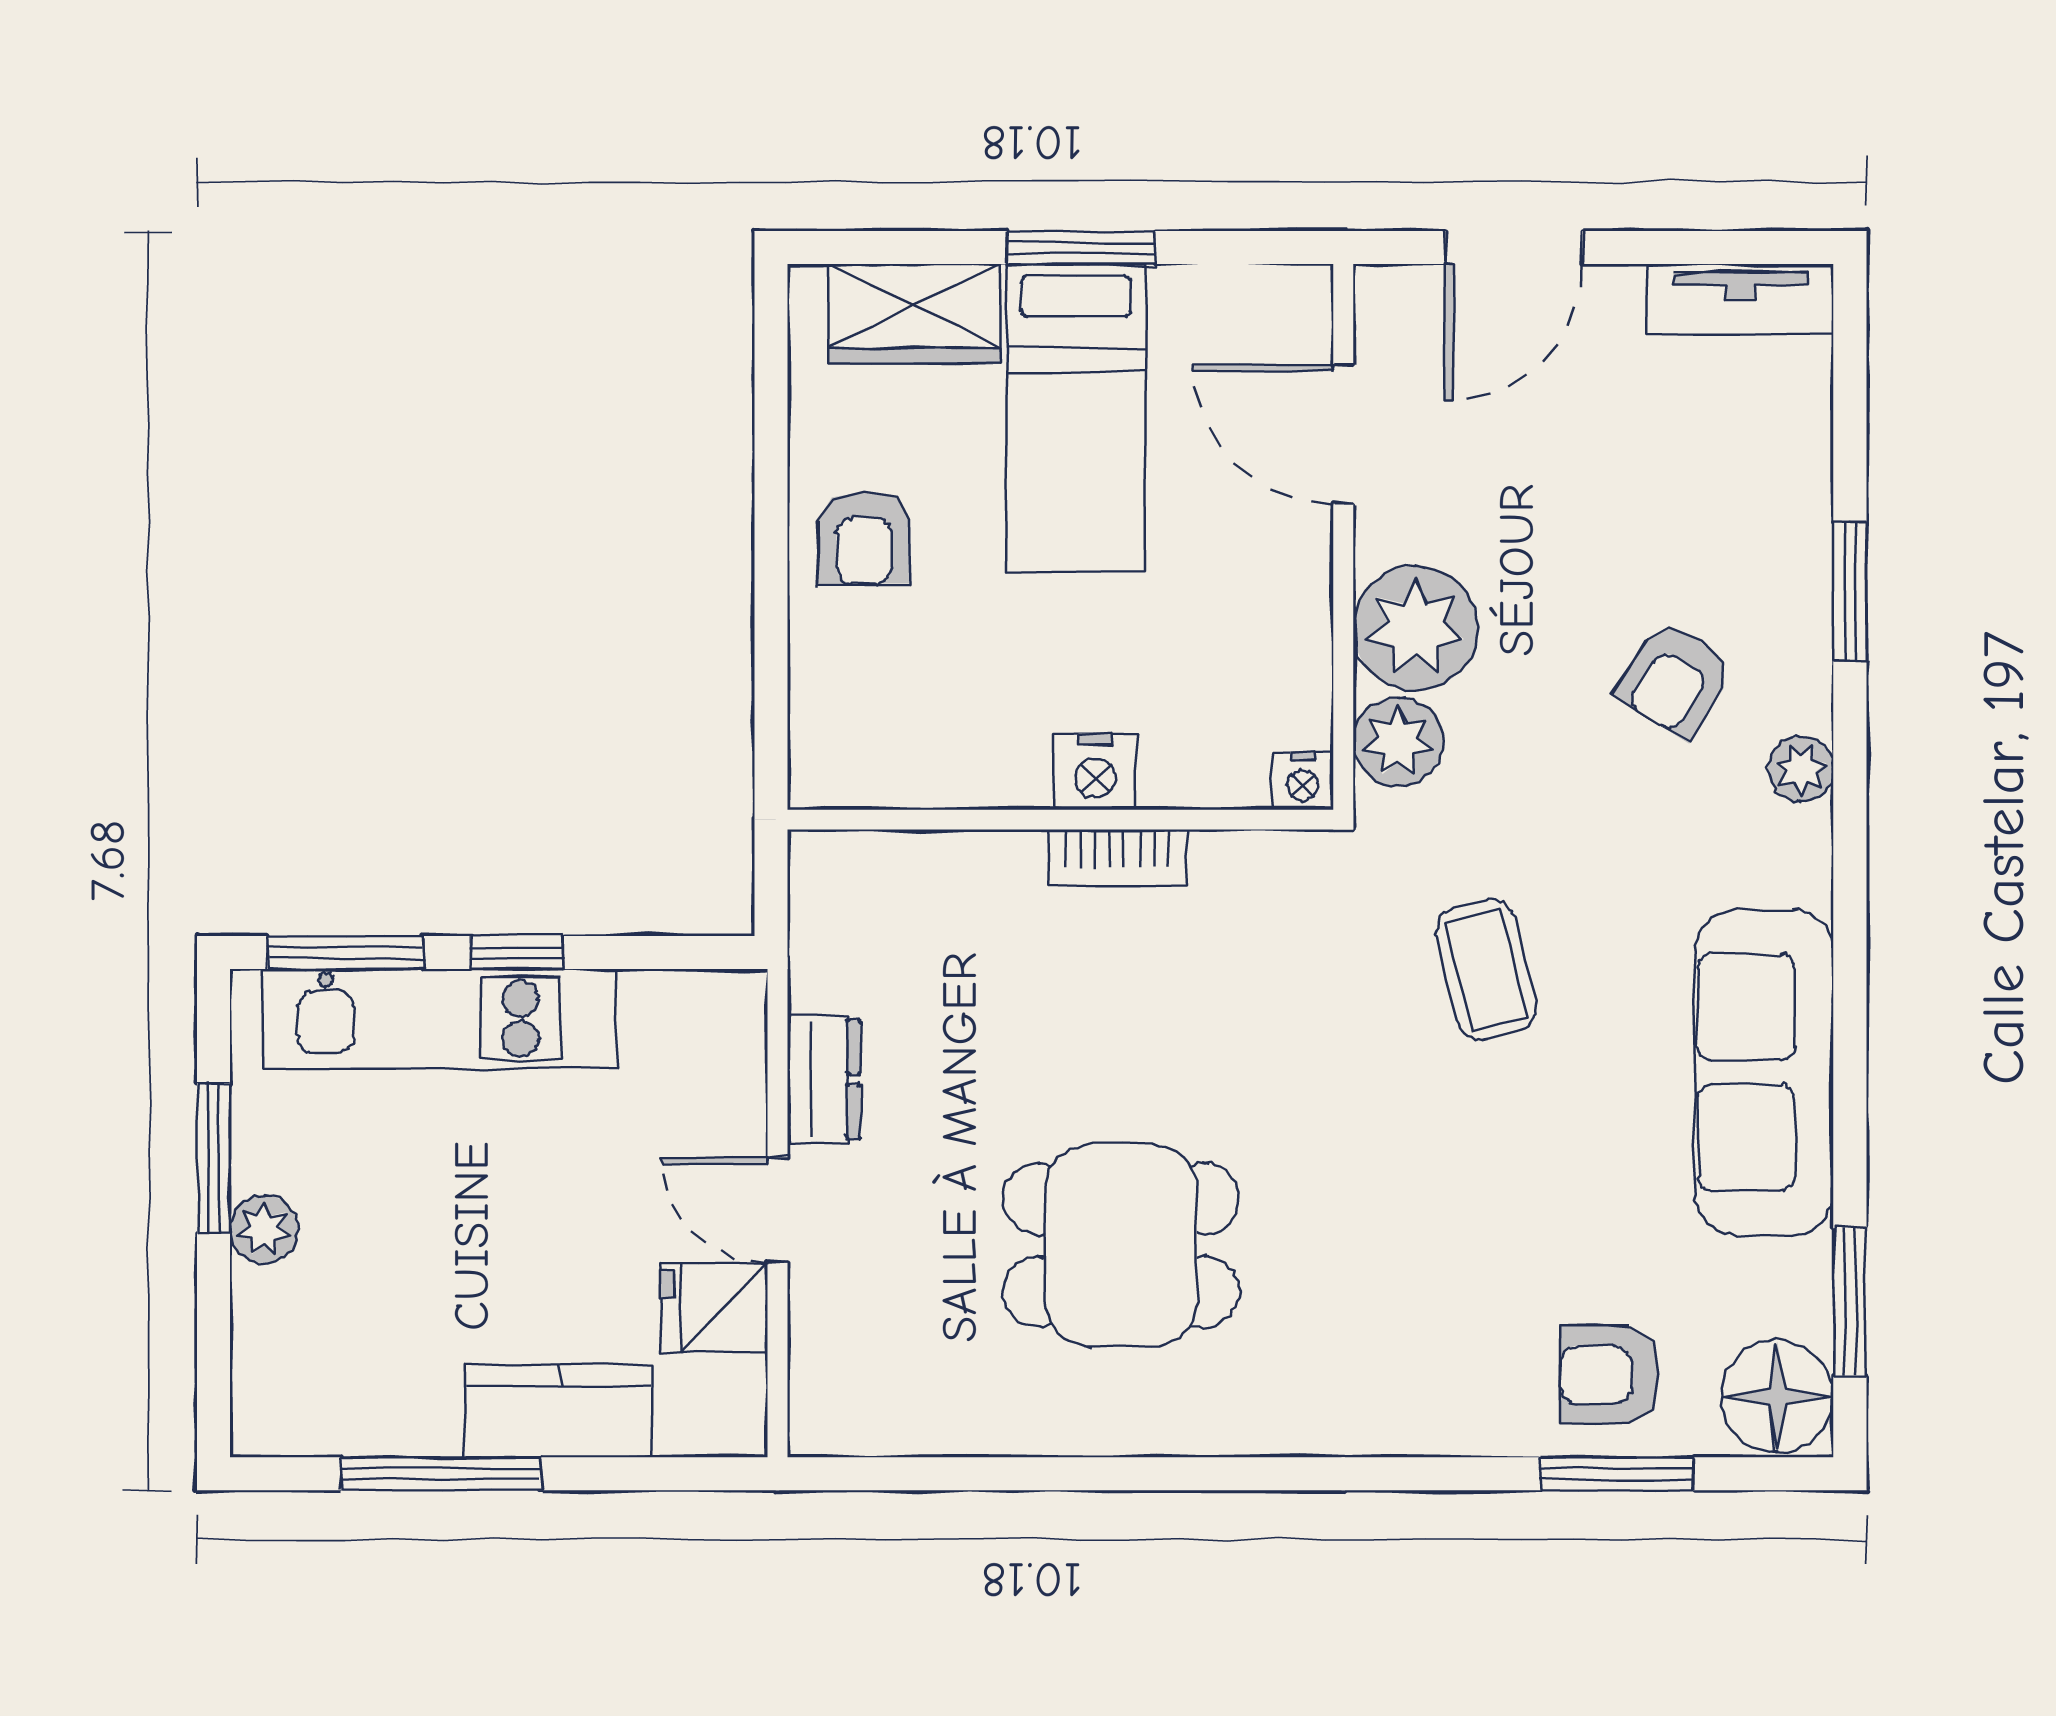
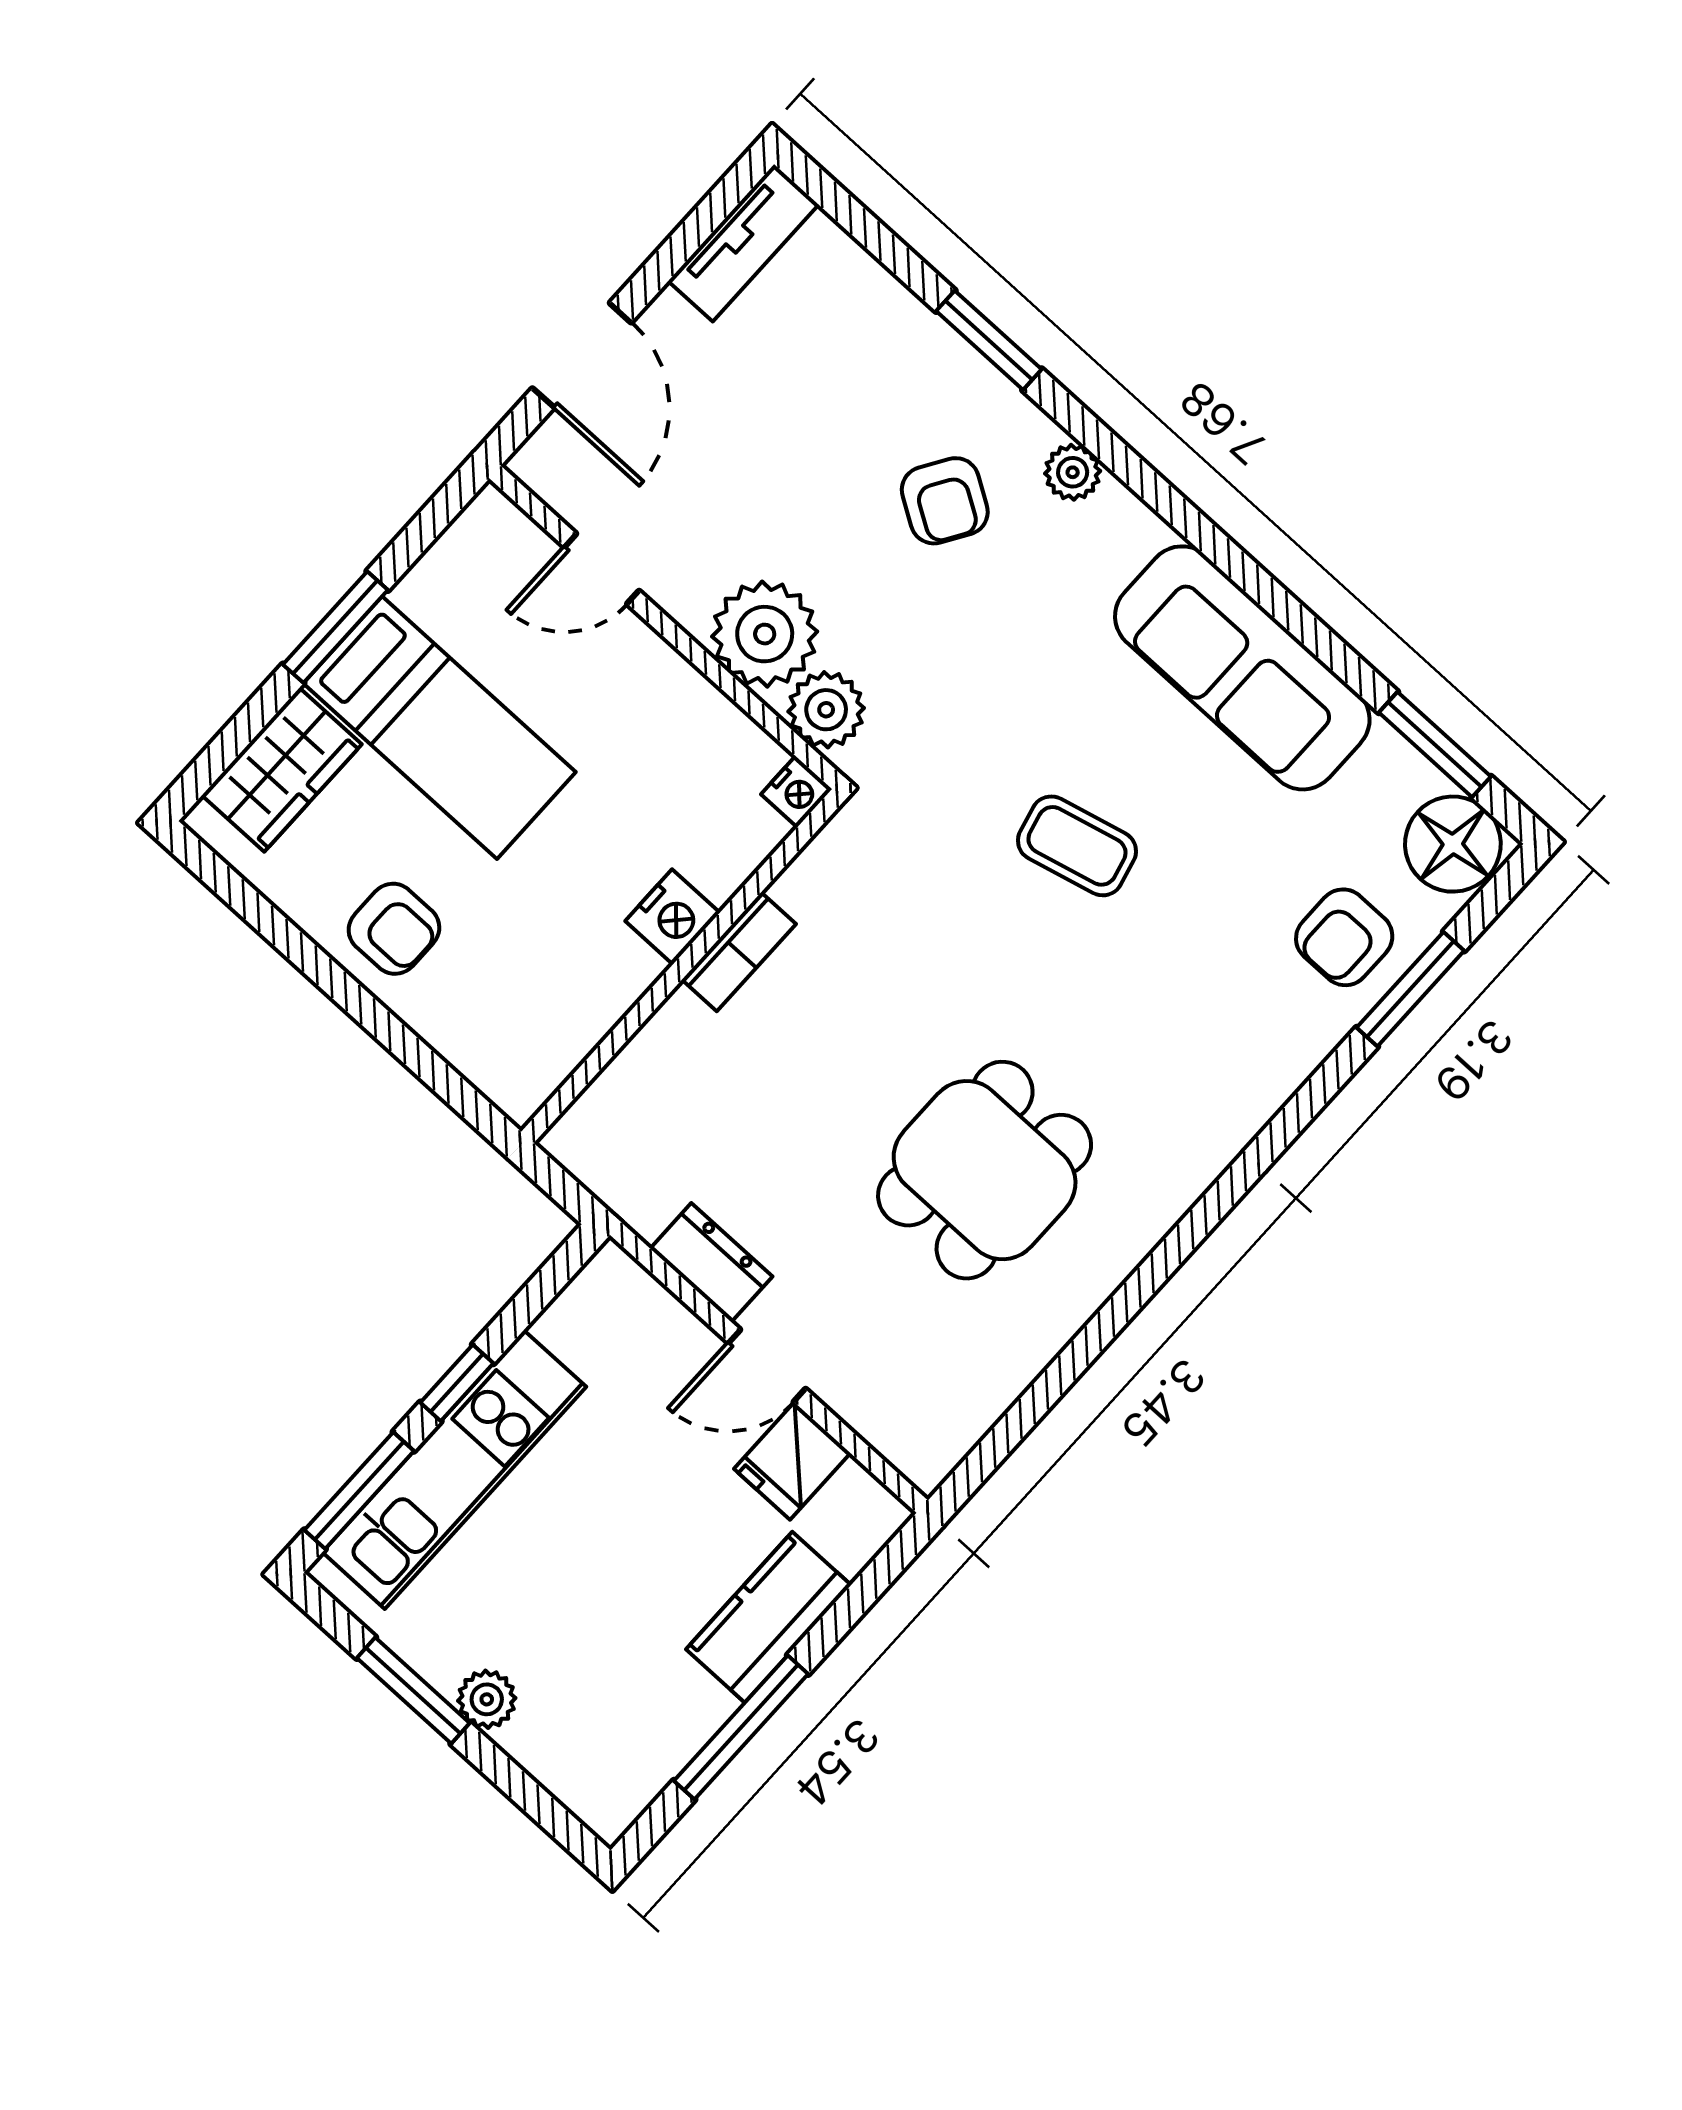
door: (1343, 434) -> (602, 569), width x0.73
coffee table: (1486, 970) -> (1077, 846), moved

